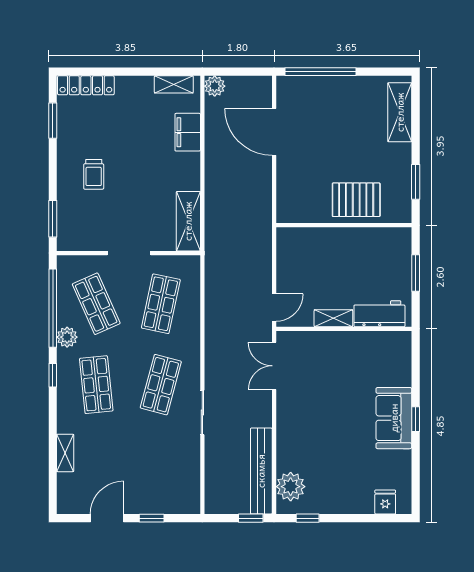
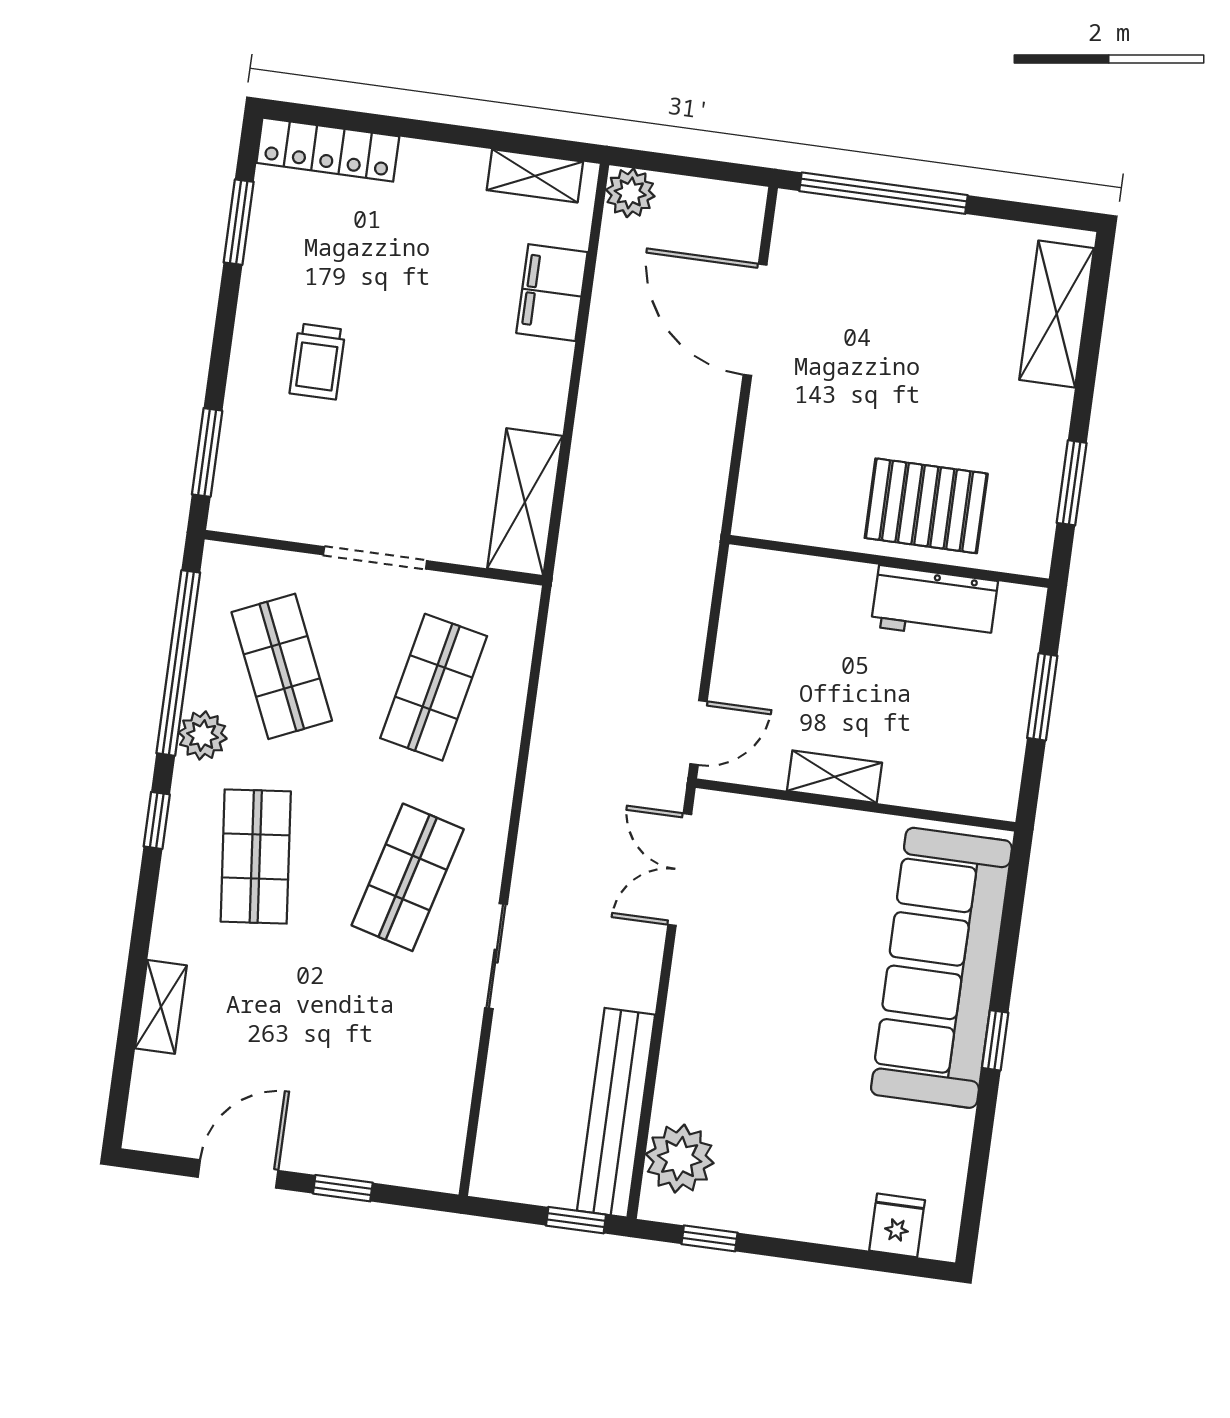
workbench: (379, 314) -> (934, 604), moved, turned 180
sofa: (394, 418) -> (941, 968), width x1.85, depth x1.27

